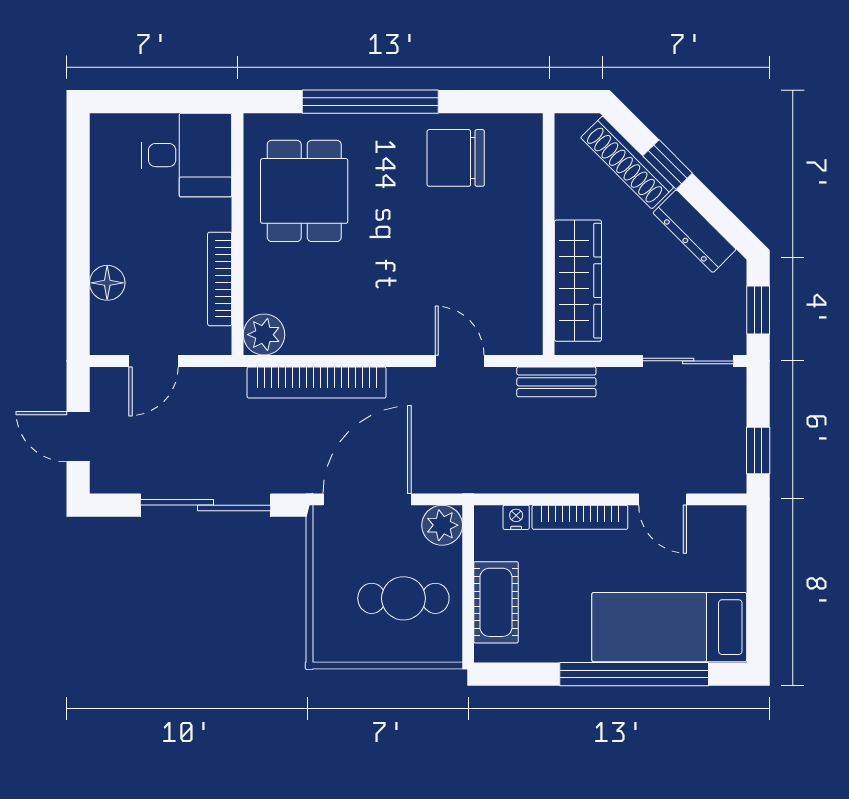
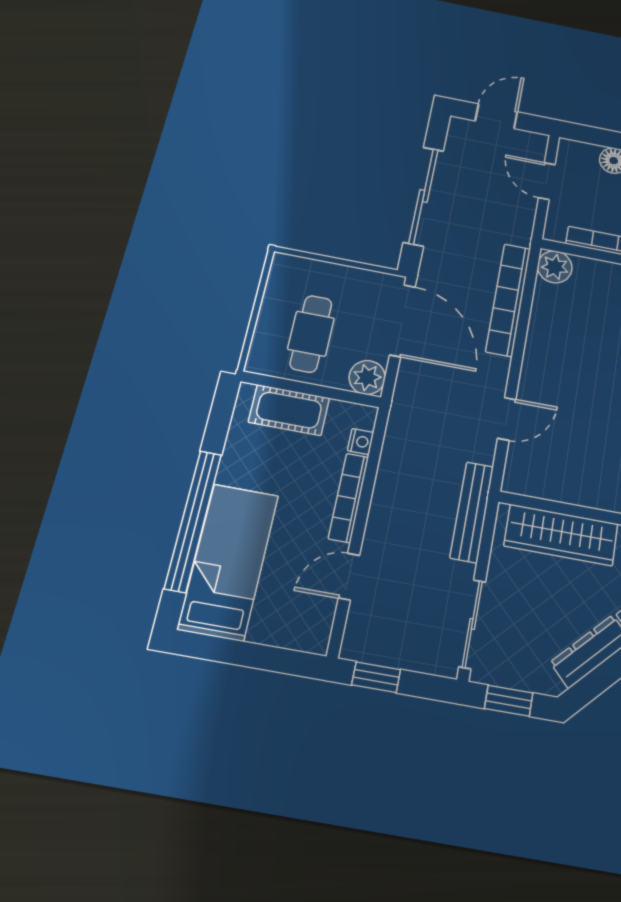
bench: (556, 382) -> (472, 512), width x1.36

